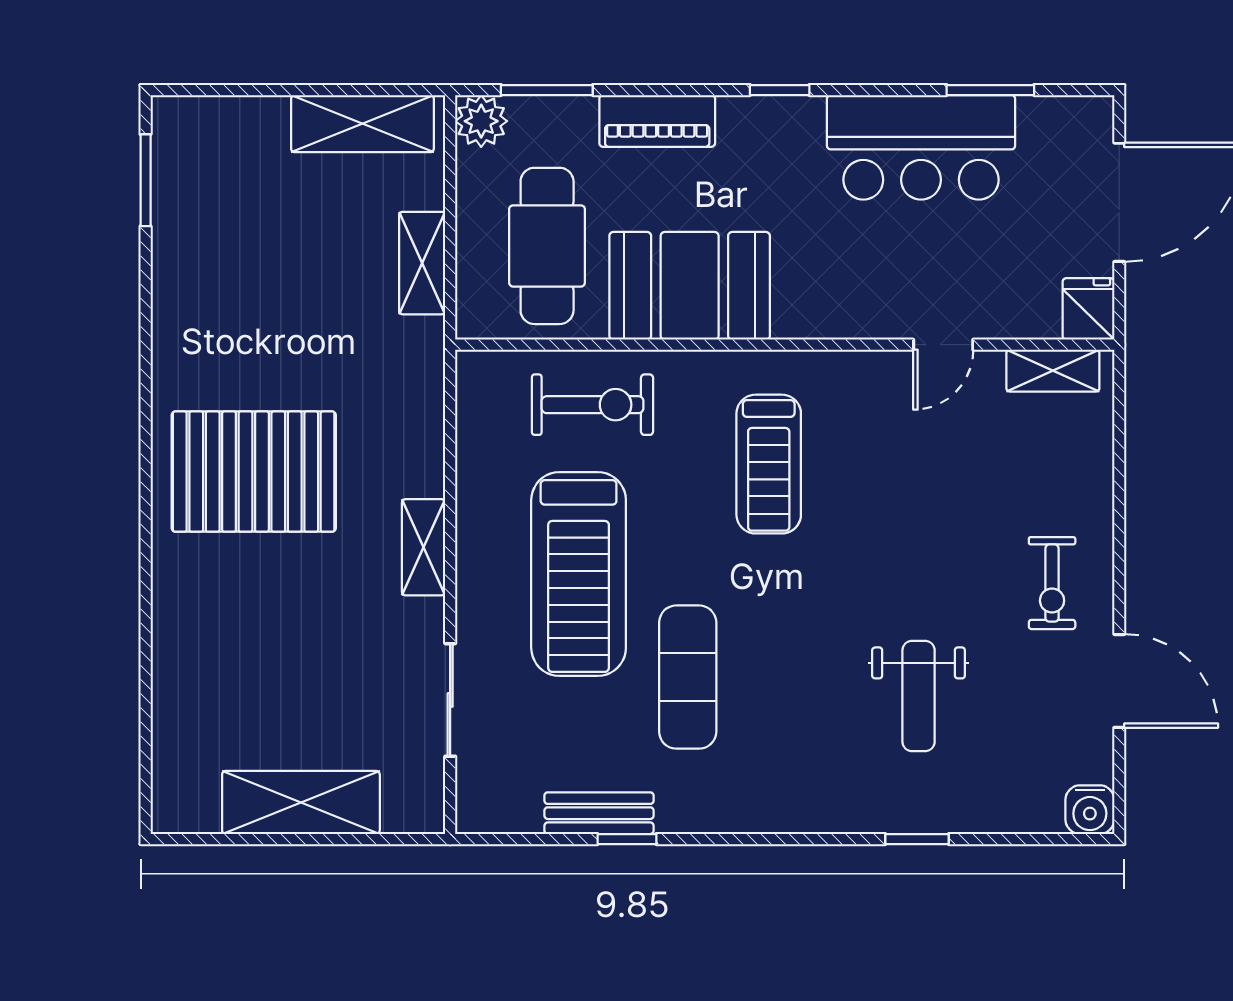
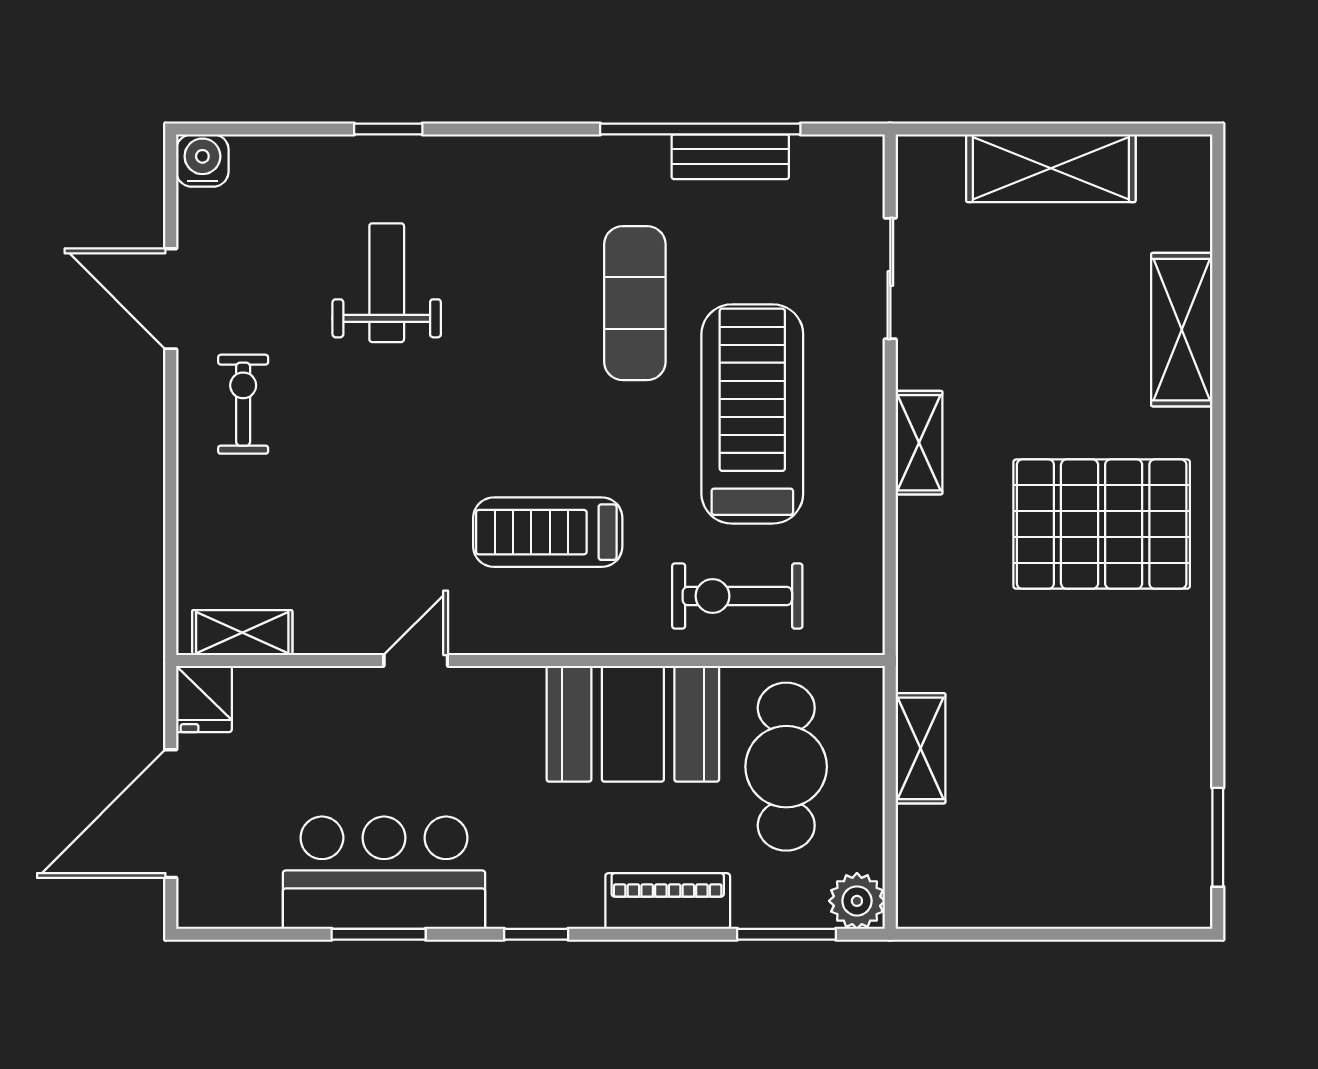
window: (990, 90) -> (379, 934), moved
shelving: (362, 124) -> (1182, 330), moved, turned 90
door: (943, 345) -> (416, 660), moved
treadmill: (769, 464) -> (548, 532), turned -90
window: (627, 839) -> (700, 129), width x3.17

